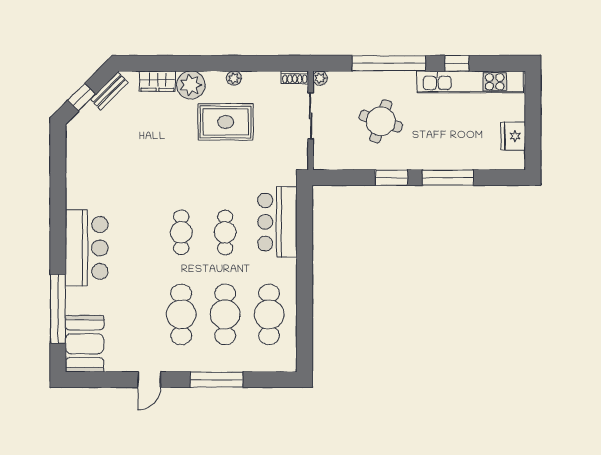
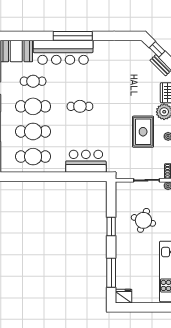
fridge: (513, 136) -> (124, 296), moved
window: (448, 178) -> (111, 273), moved
cafe table: (225, 232) -> (33, 81), moved
bar counter: (87, 248) -> (63, 52), width x1.36
window: (58, 309) -> (73, 36), moved

